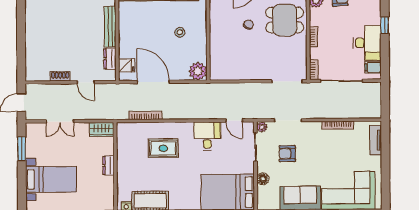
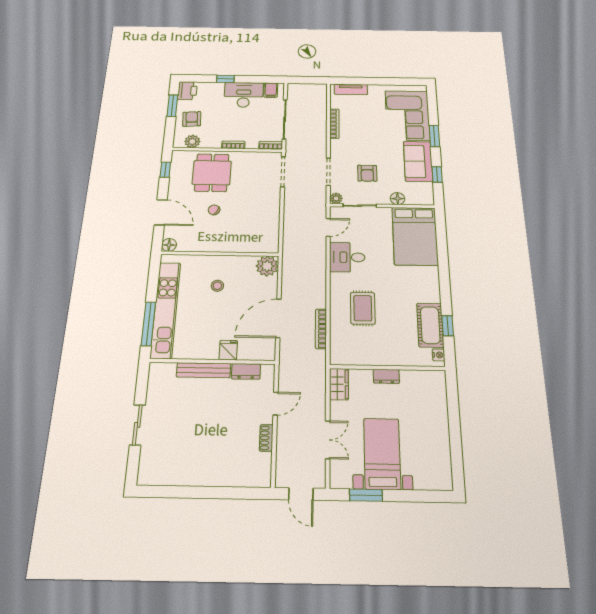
fridge: (127, 65) -> (228, 350), moved
bed with nightstands: (51, 179) -> (382, 454), moved

